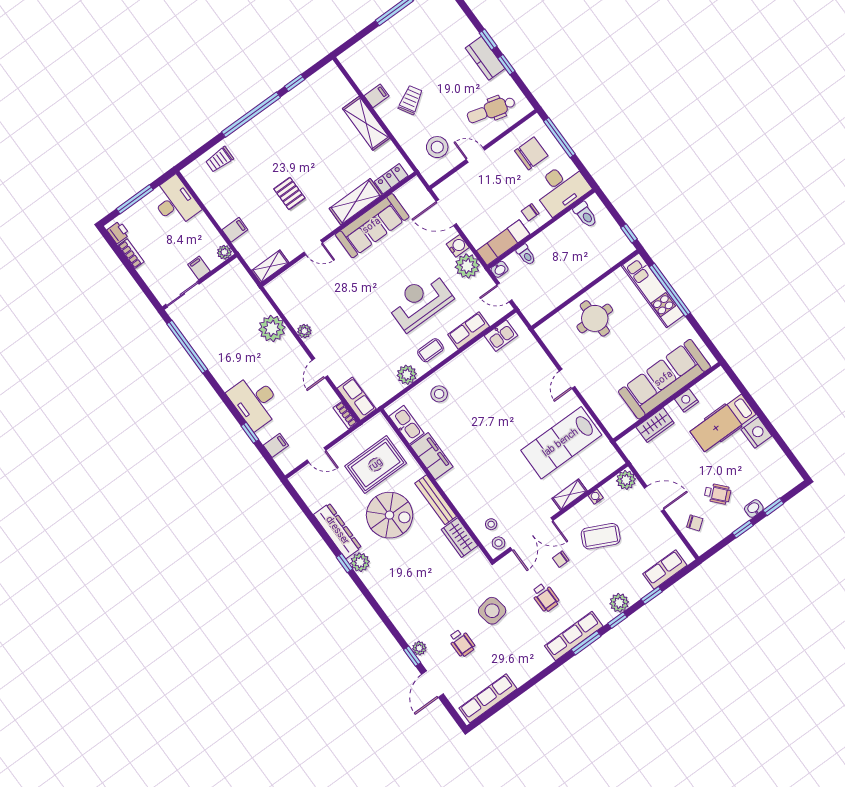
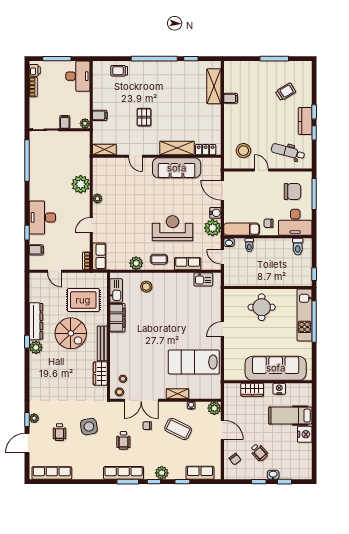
trolley: (411, 100) -> (286, 92), moved
shelving: (366, 123) -> (214, 86), moved

